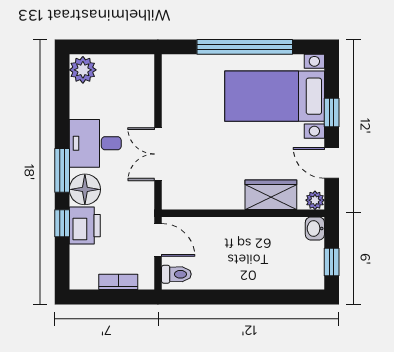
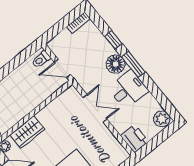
printer: (85, 226) -> (135, 139), moved, turned 180
bookcase: (118, 282) -> (79, 23), moved

